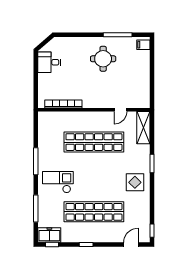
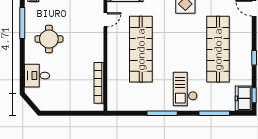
desk: (49, 62) -> (37, 76), moved, turned 90
door: (120, 110) -> (105, 20), hinge flipped

